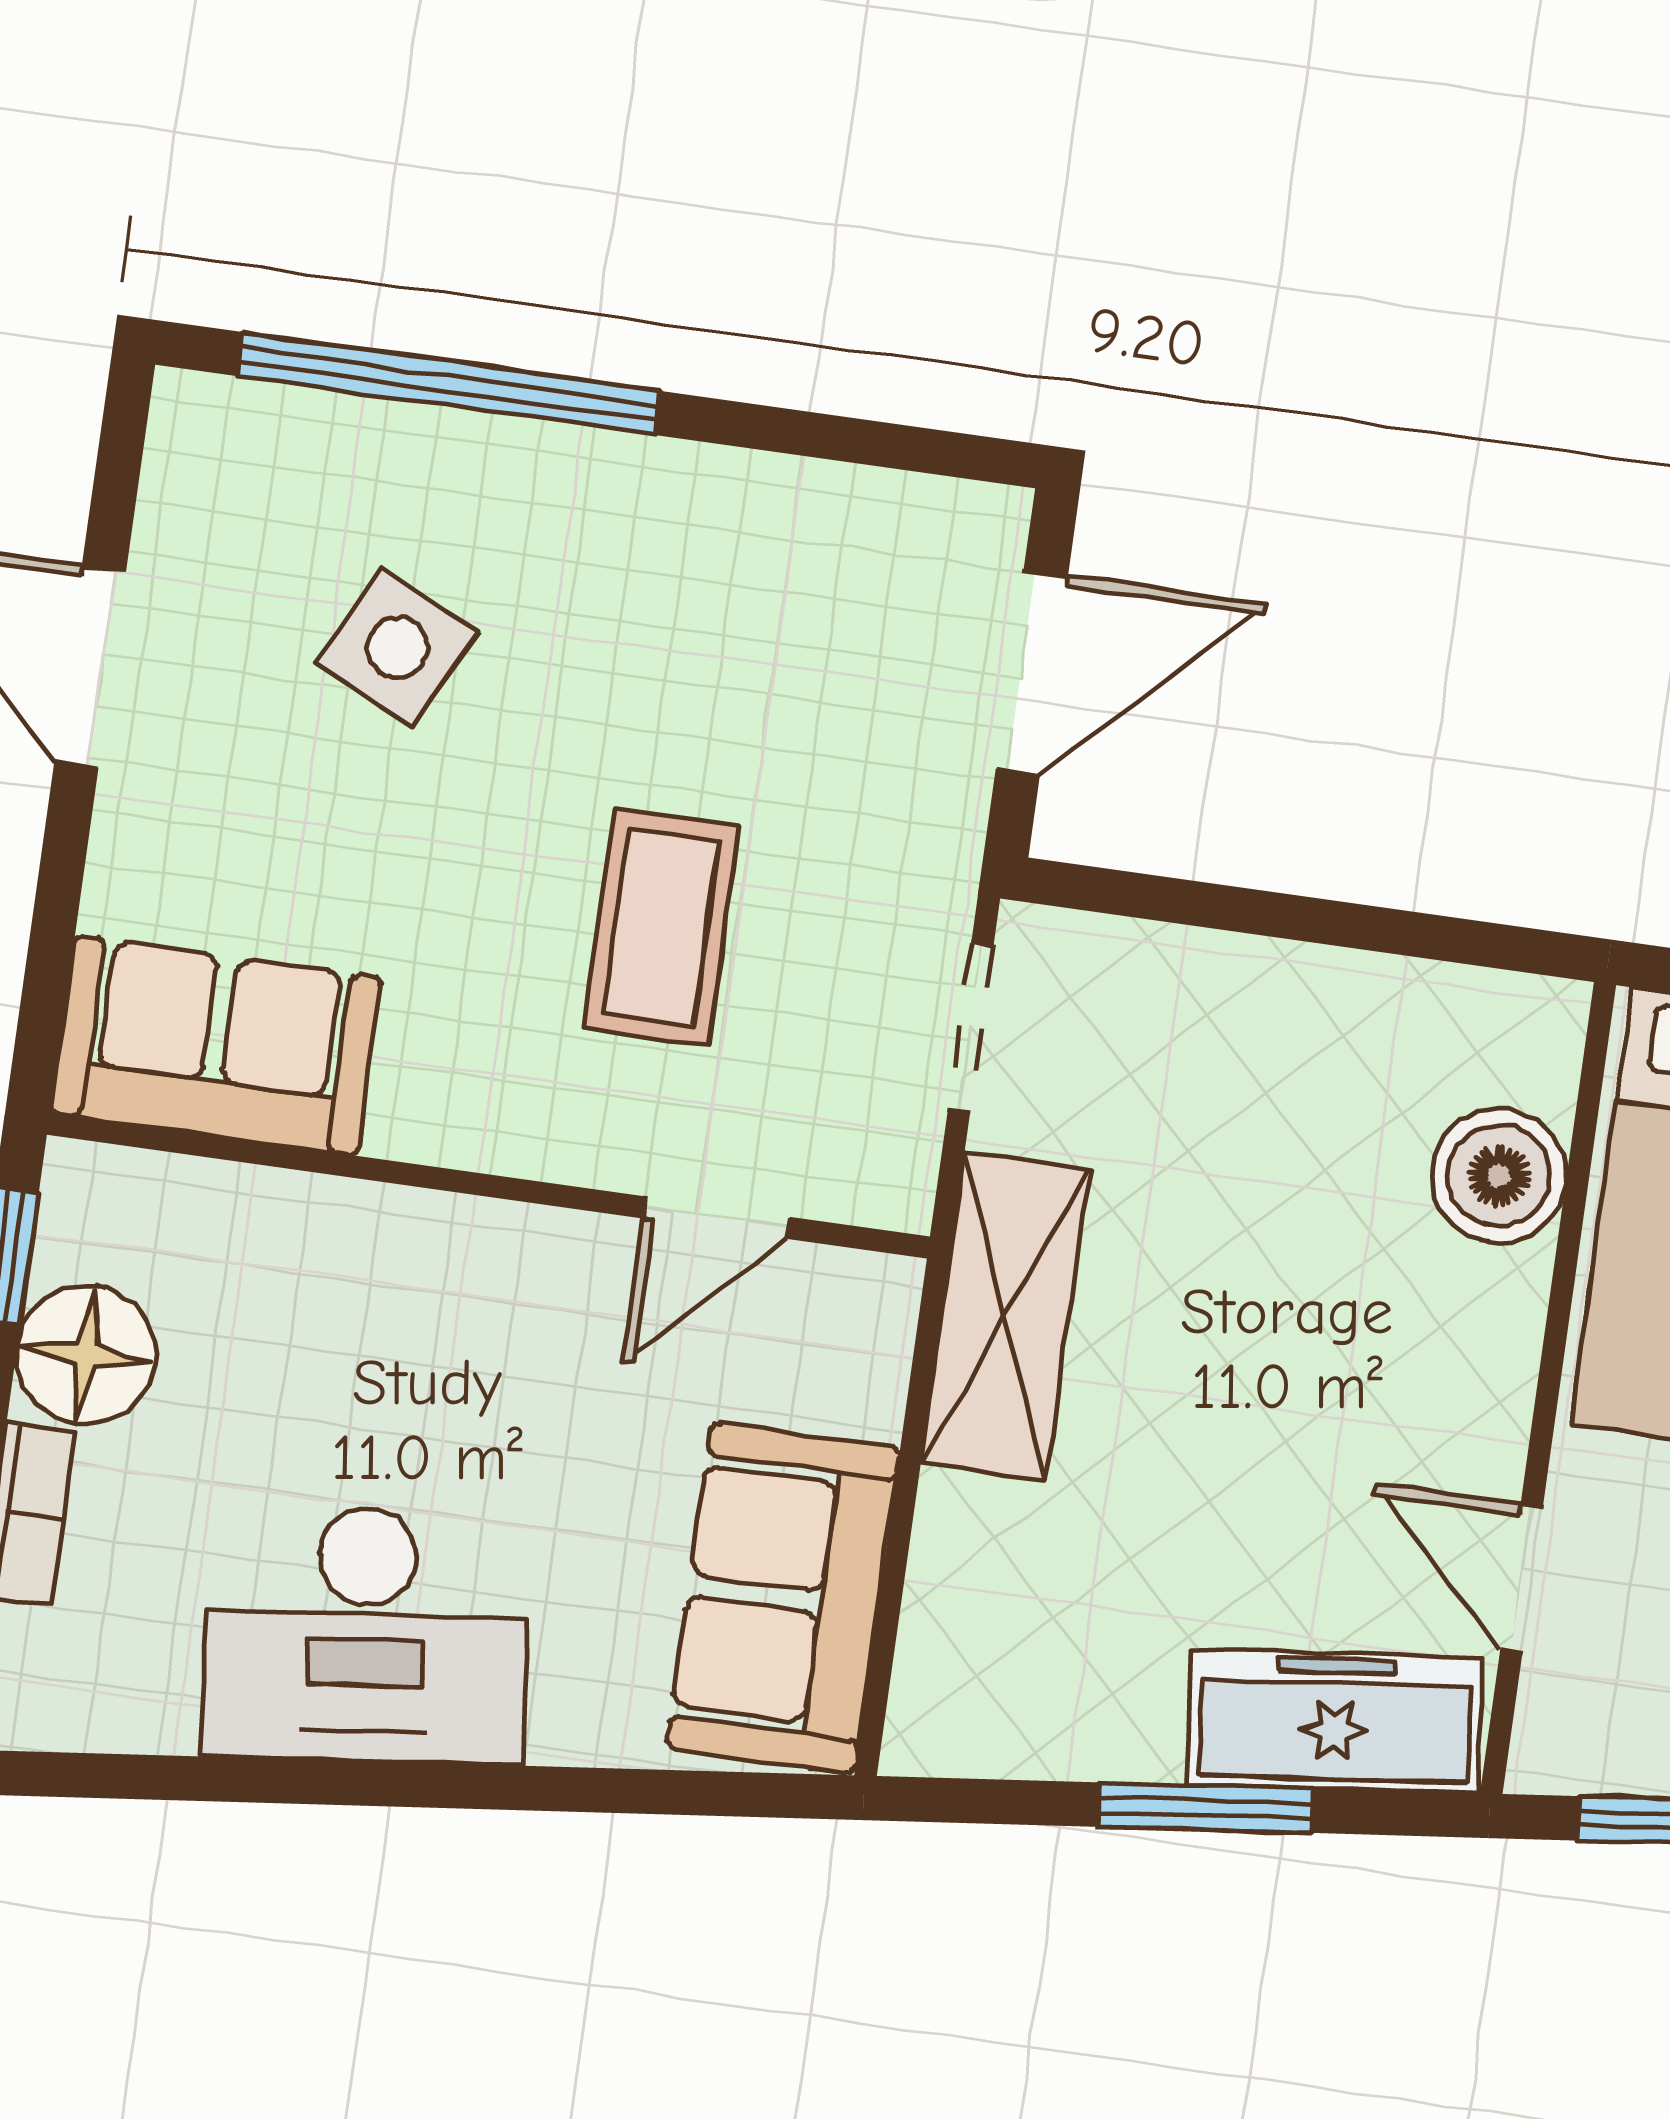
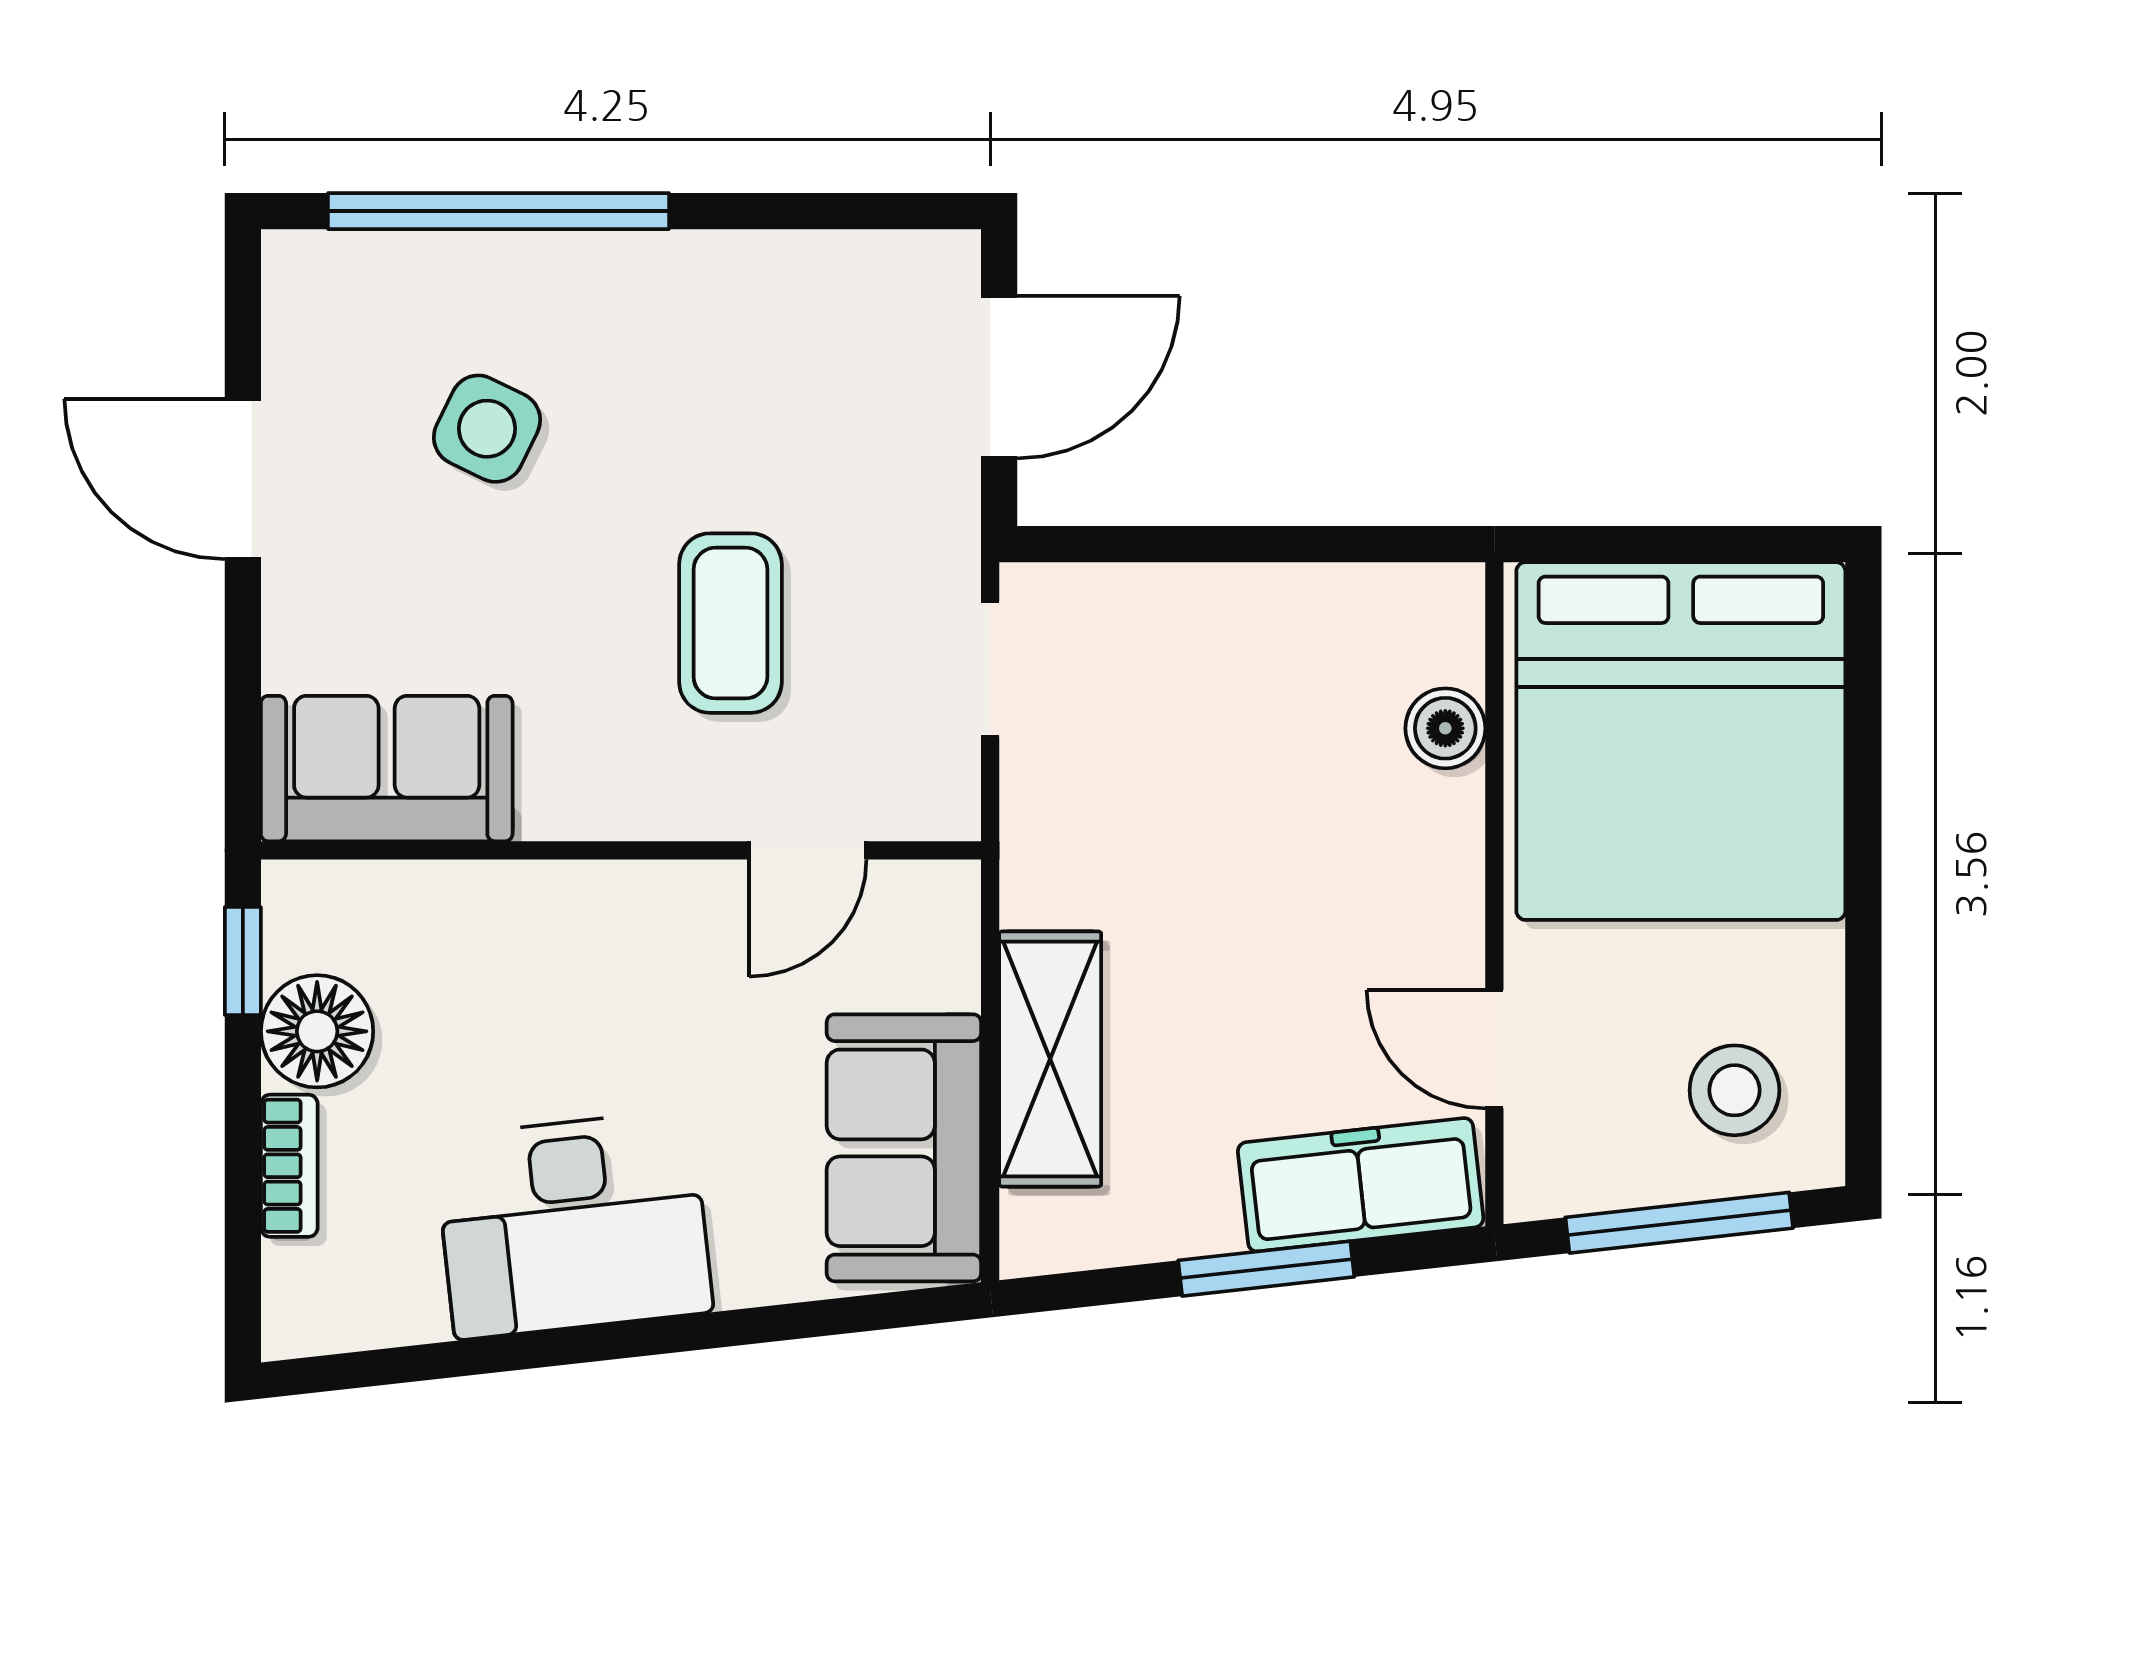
boiler: (1499, 1176) -> (1445, 728), width x0.73, depth x0.73
shelving: (1005, 1316) -> (1050, 1059), moved

